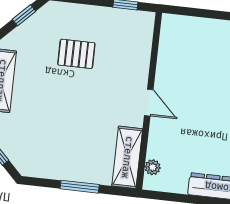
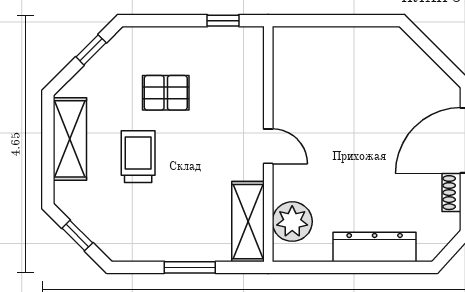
trolley: (50, 99) -> (138, 157), added
plant: (153, 167) -> (292, 222), width x1.88, depth x1.88

